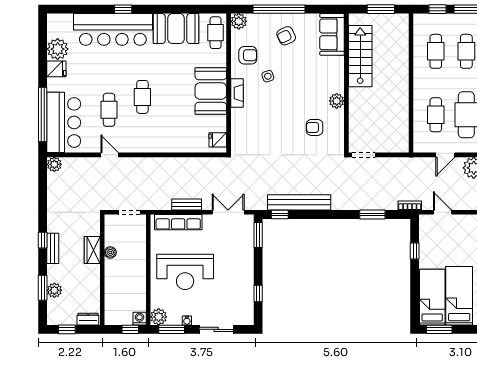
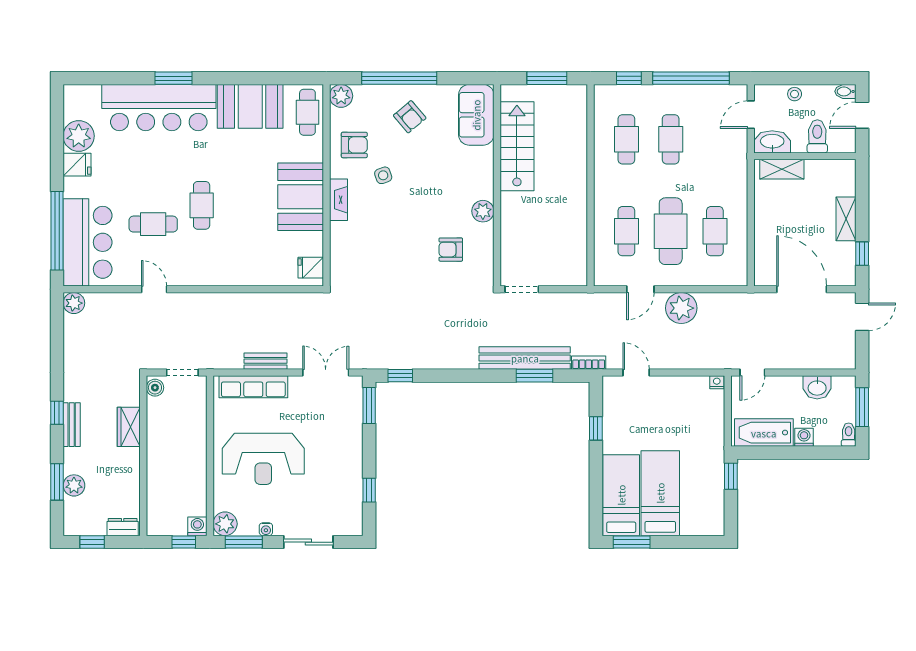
window: (123, 9) -> (174, 78), width x1.50
armchair: (286, 36) -> (410, 117), turned -105
cafe table: (109, 110) -> (153, 224), turned 90
bench: (299, 202) -> (525, 358), moved
boiler: (110, 252) -> (155, 388), moved

